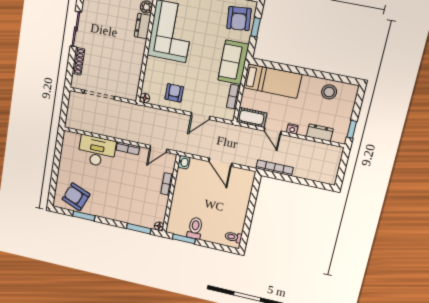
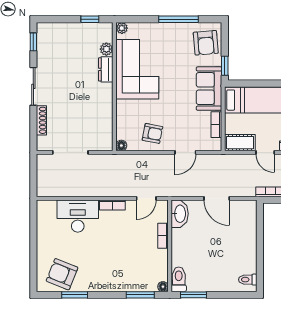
window: (256, 27) -> (225, 66), moved
armchair: (174, 93) -> (152, 133), turned 101
washbasin: (184, 162) -> (180, 214), width x1.91, depth x1.45
toilet: (195, 228) -> (179, 279), moved

